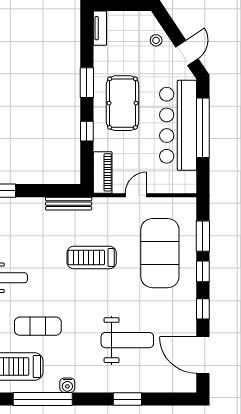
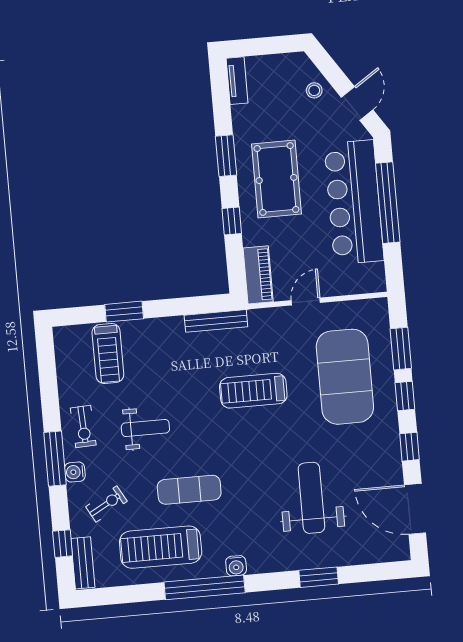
weight bench: (127, 340) -> (311, 498), turned -90

